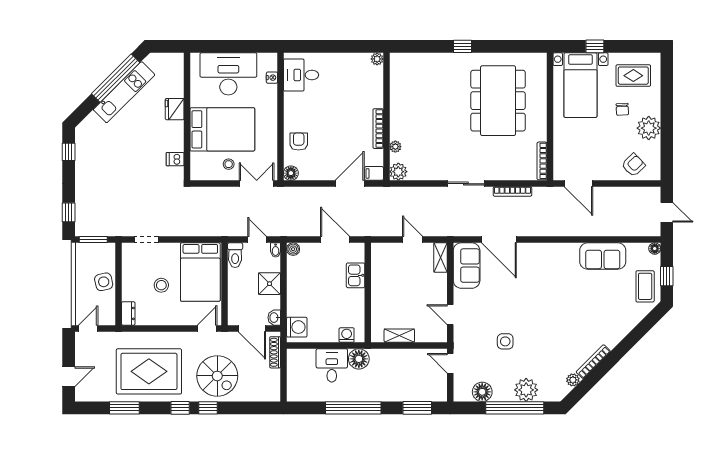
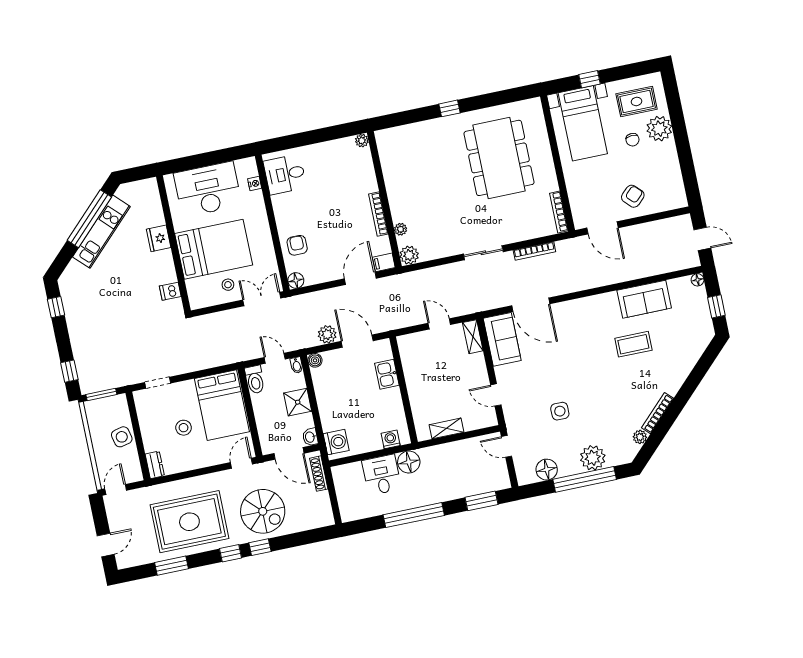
plant: (649, 128) -> (659, 129), moved
armchair: (633, 165) -> (633, 196), moved
plant: (309, 228) -> (327, 334), added
coffee table: (645, 286) -> (633, 344), moved, turned 90

